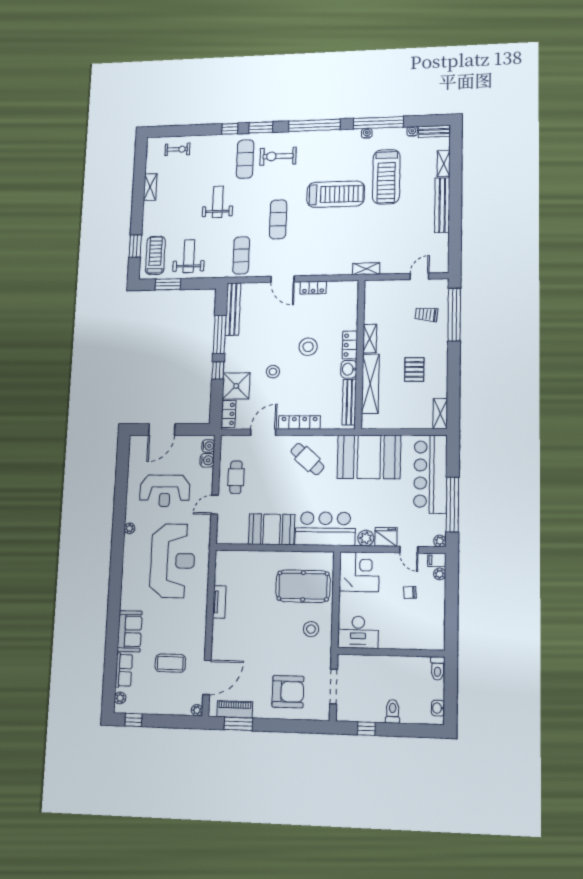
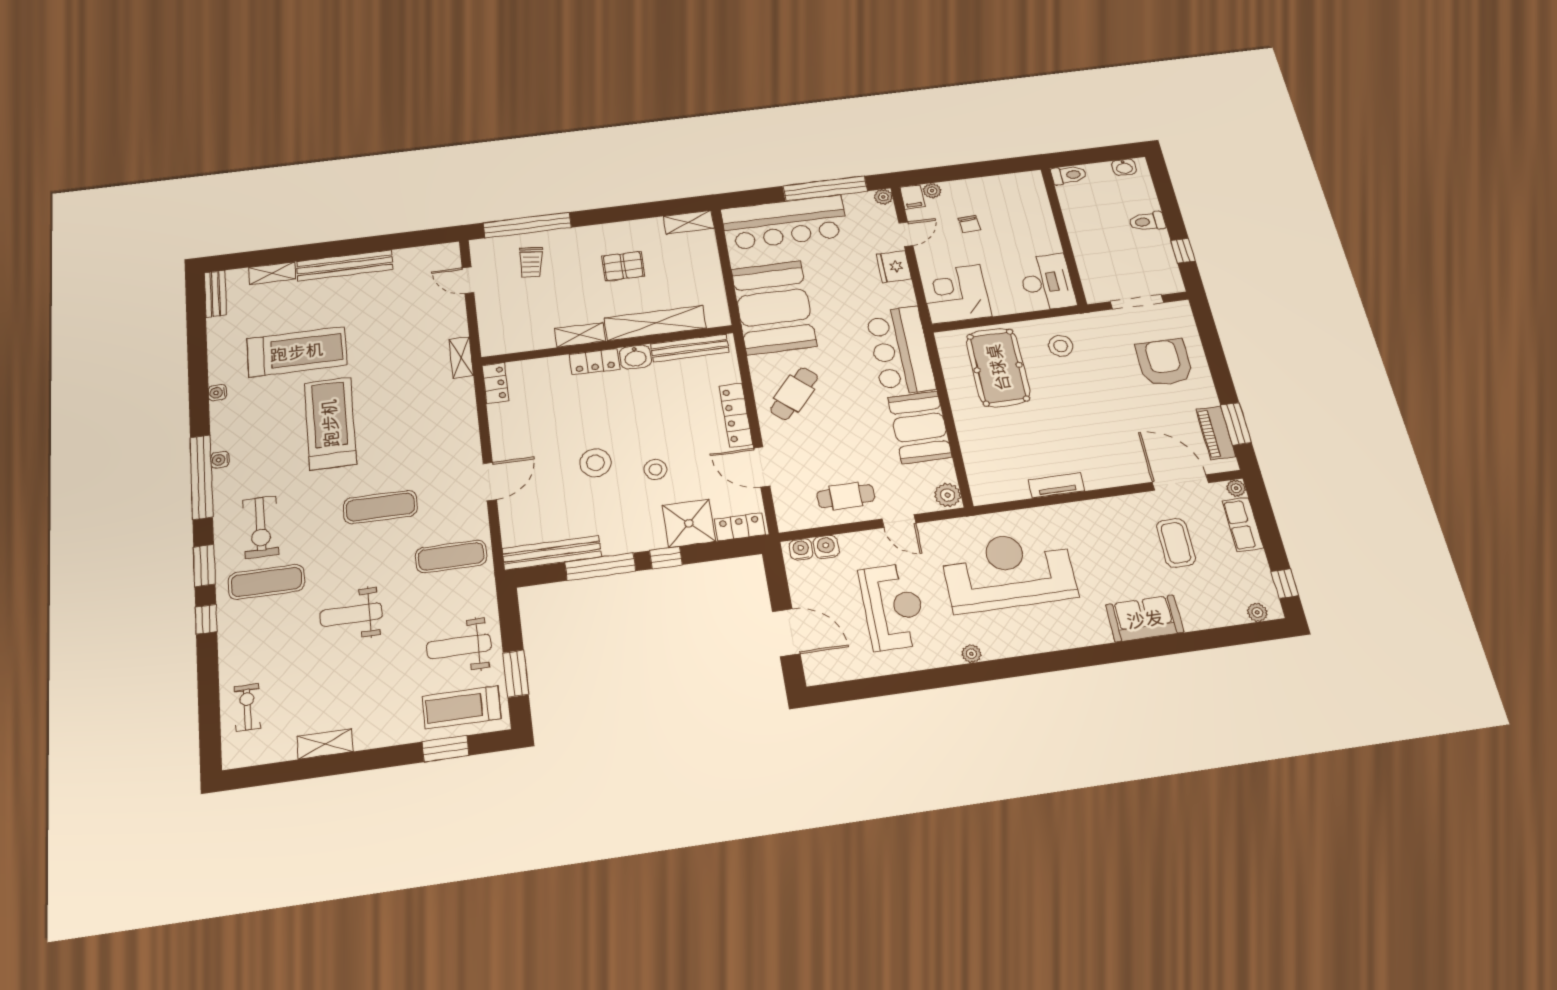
window: (378, 123) -> (198, 378), removed
water cooler: (412, 131) -> (220, 460), moved
locker: (313, 288) -> (495, 383), moved
stool: (308, 347) -> (595, 463), moved
plant: (366, 538) -> (948, 495), moved
row of seats: (124, 670) -> (1243, 524), moved, turned -90

